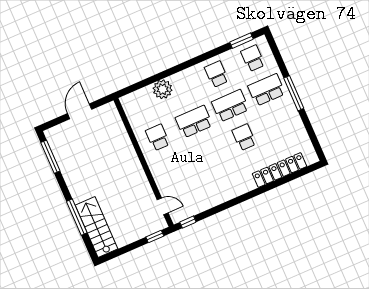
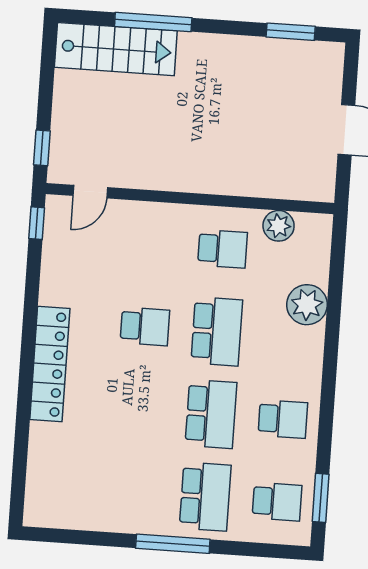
plant: (135, 119) -> (279, 226), added
school desk: (244, 137) -> (145, 326), moved
window: (50, 157) -> (291, 32), width x0.69
locker: (279, 170) -> (50, 364), moved

